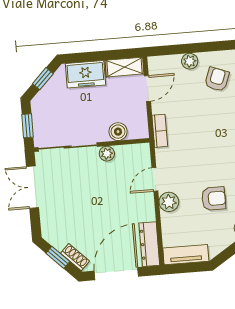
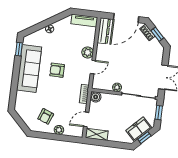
freezer: (85, 74) -> (139, 129), moved, turned -45
boiler: (118, 132) -> (96, 97), moved
armchair: (214, 199) -> (57, 70), moved

